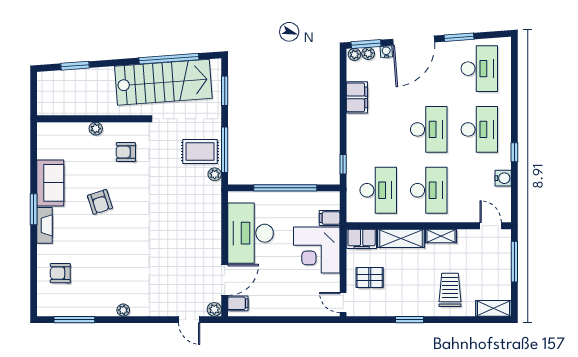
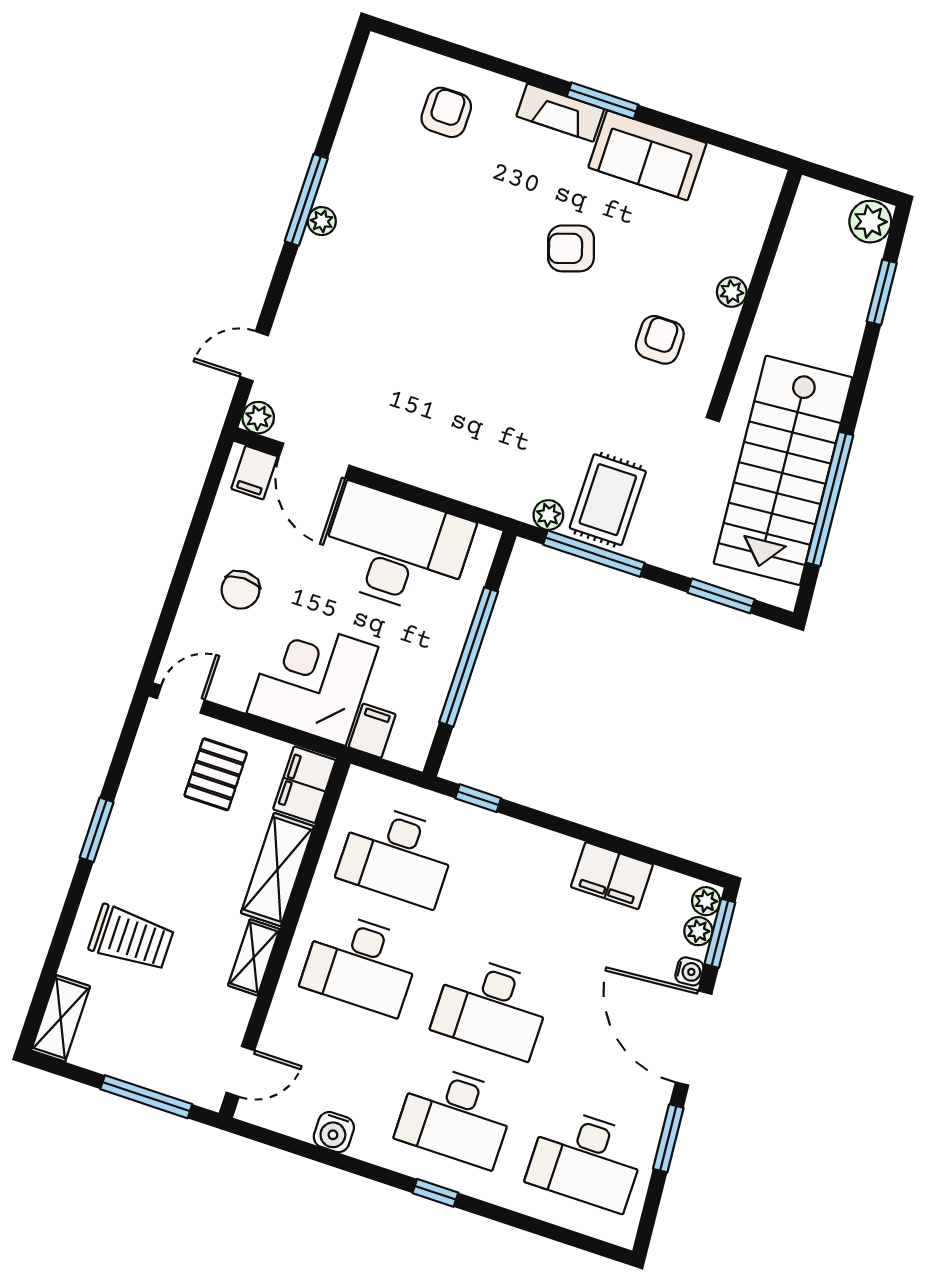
plant: (47, 80) -> (870, 222), added
window: (514, 152) -> (435, 1193), moved
chair: (289, 293) -> (241, 590), added
window: (74, 320) -> (306, 200), moved

